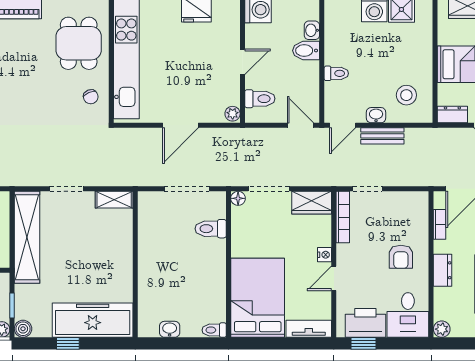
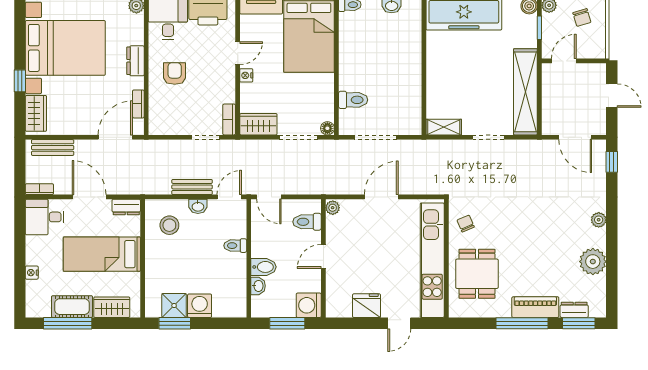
bookcase: (343, 217) -> (229, 119), width x0.64

